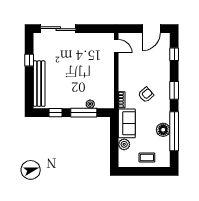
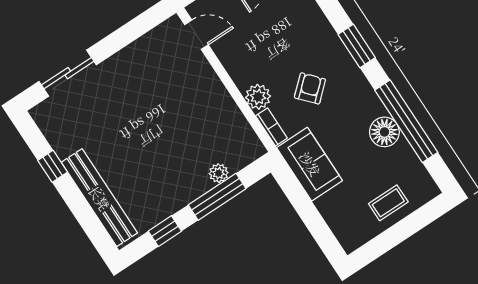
sliding door: (58, 29) -> (68, 73), width x0.73
plant: (124, 144) -> (258, 97), moved

